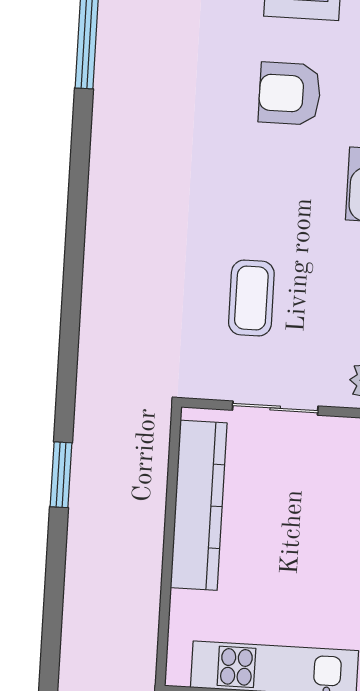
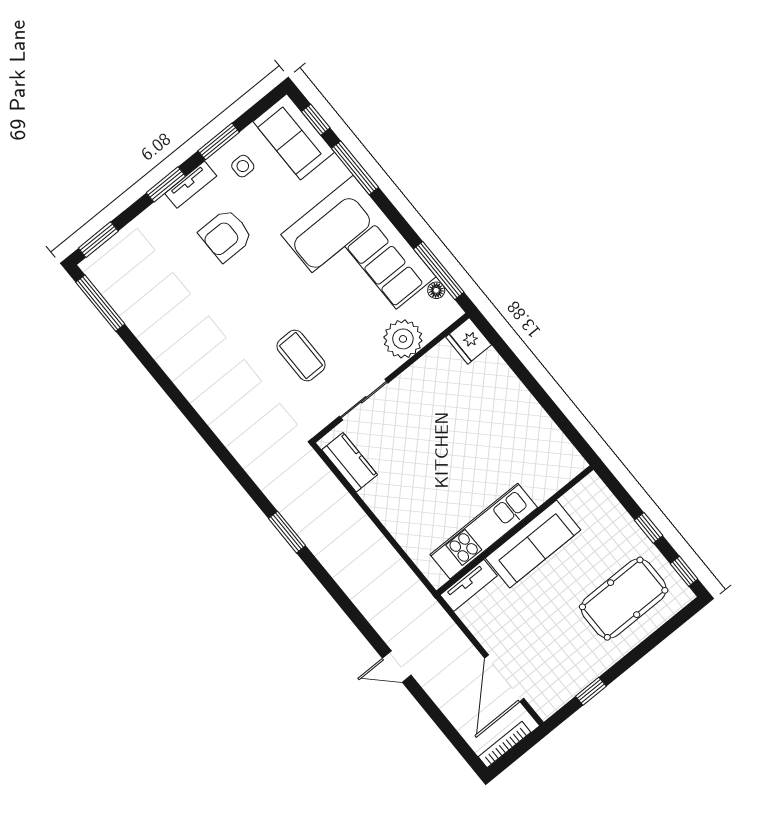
kitchen counter: (199, 505) -> (350, 462), width x0.48, depth x0.86

